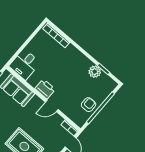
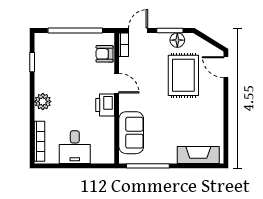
desk: (25, 64) -> (75, 147), moved, turned 90
plant: (95, 72) -> (43, 102), moved
armchair: (89, 105) -> (105, 54), moved

